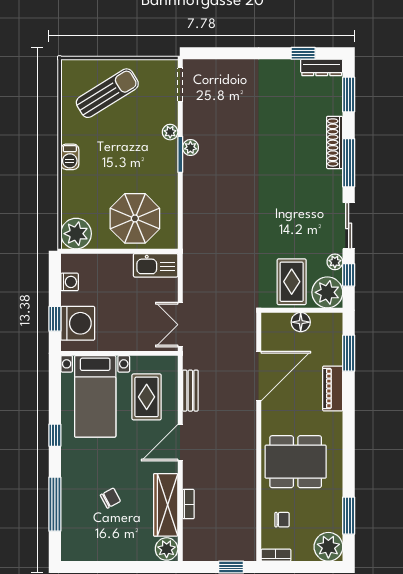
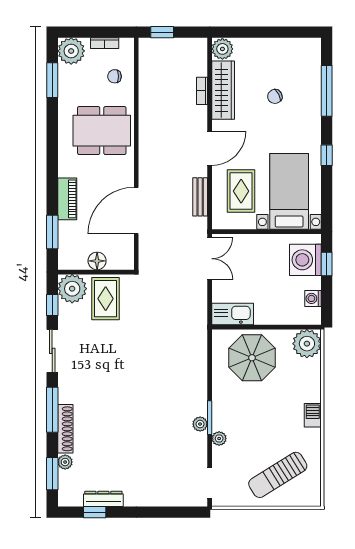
dresser: (322, 67) -> (103, 499), moved
plant: (335, 262) -> (65, 462), moved
bookcase: (276, 555) -> (105, 43), moved

